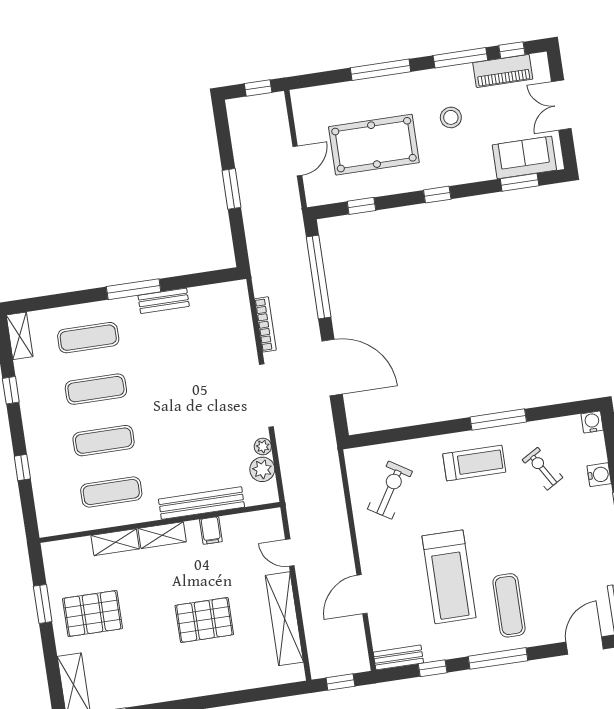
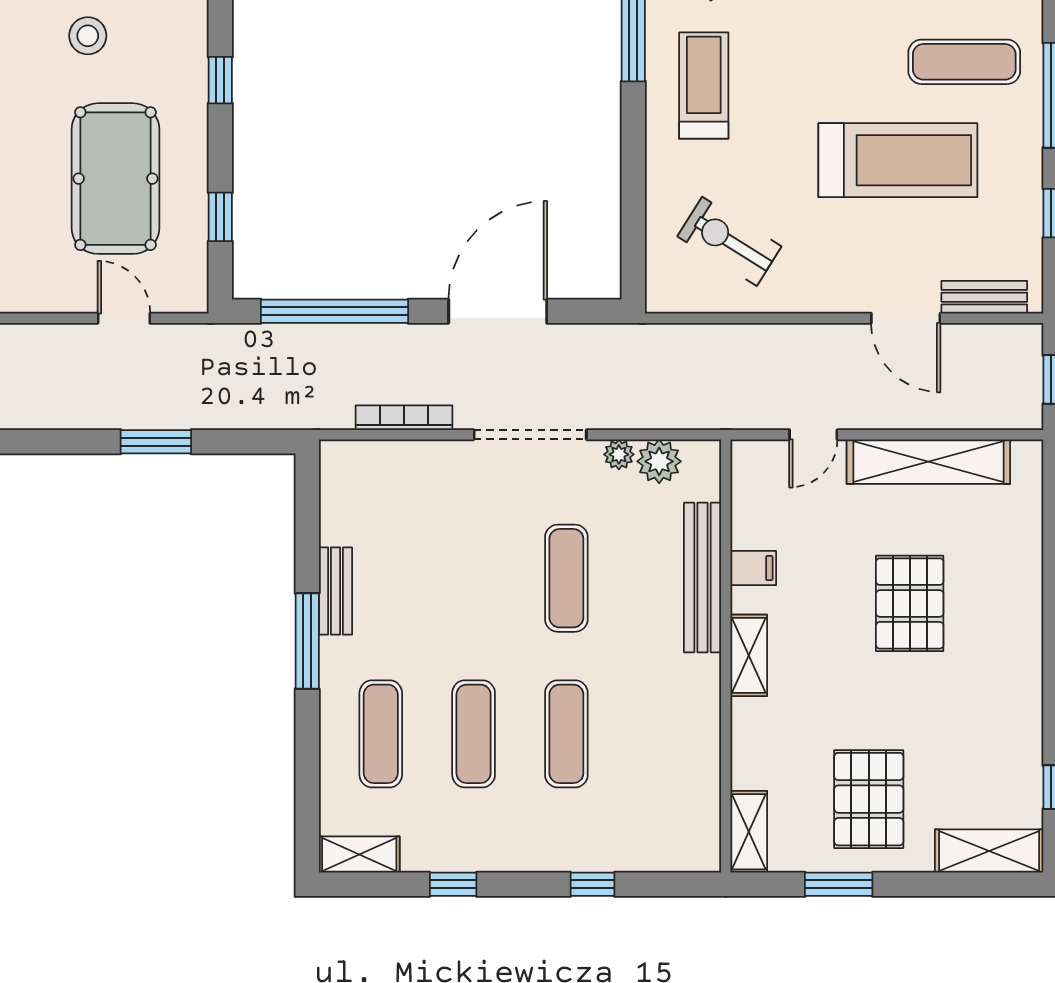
exercise mat: (111, 492) -> (566, 578), moved
shelving: (115, 542) -> (749, 832), moved
bench: (398, 657) -> (984, 297), moved, turned 90

